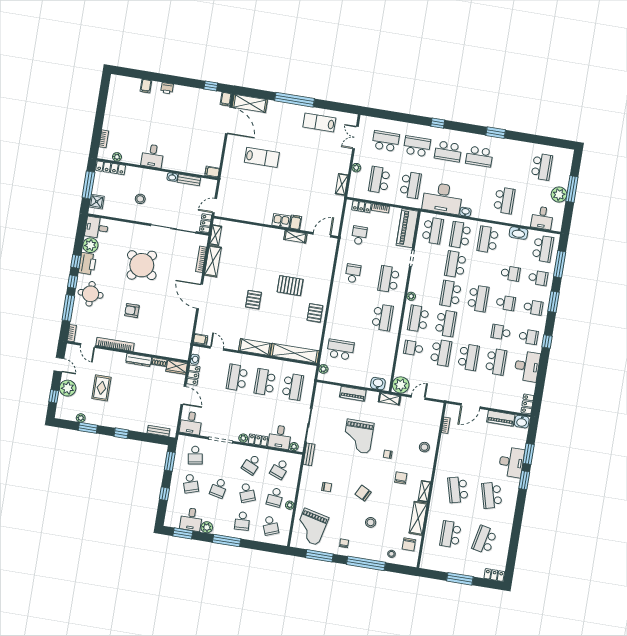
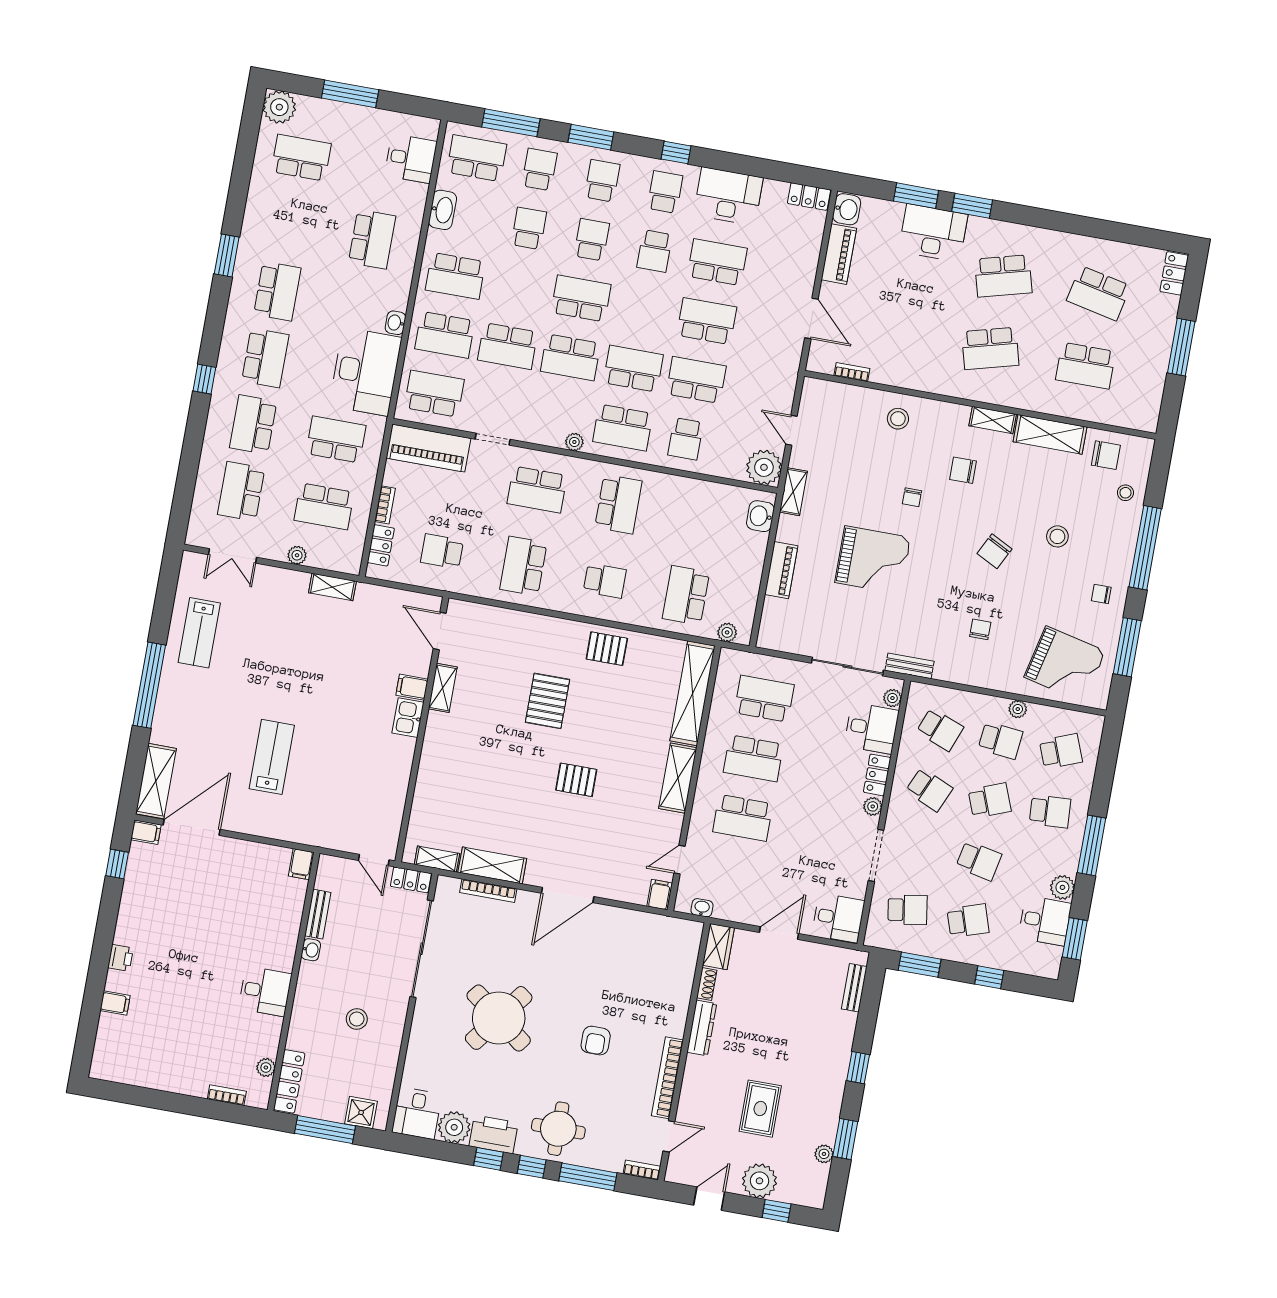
plant: (559, 195) -> (279, 107), moved
school desk: (504, 200) -> (372, 239), turned 90
school desk: (353, 273) -> (523, 566), width x1.85
school desk: (347, 311) -> (605, 581), added
school desk: (382, 317) -> (618, 504), turned 90
locker: (193, 375) -> (736, 911), removed
rug: (101, 388) -> (760, 1109), turned 90

